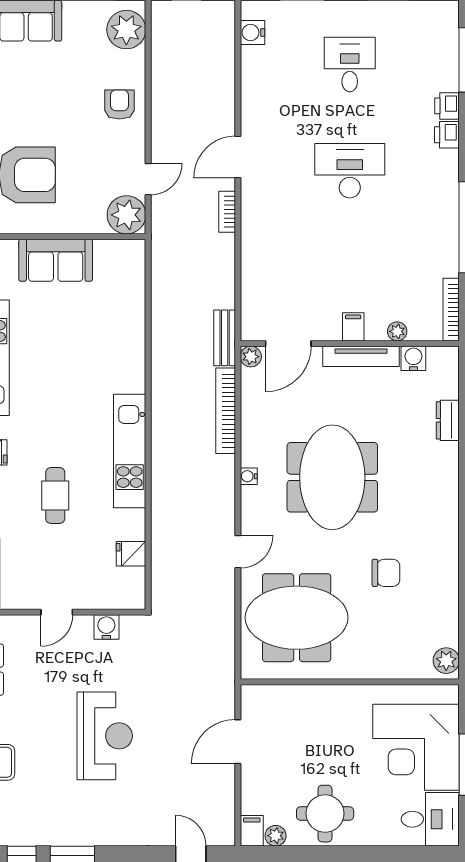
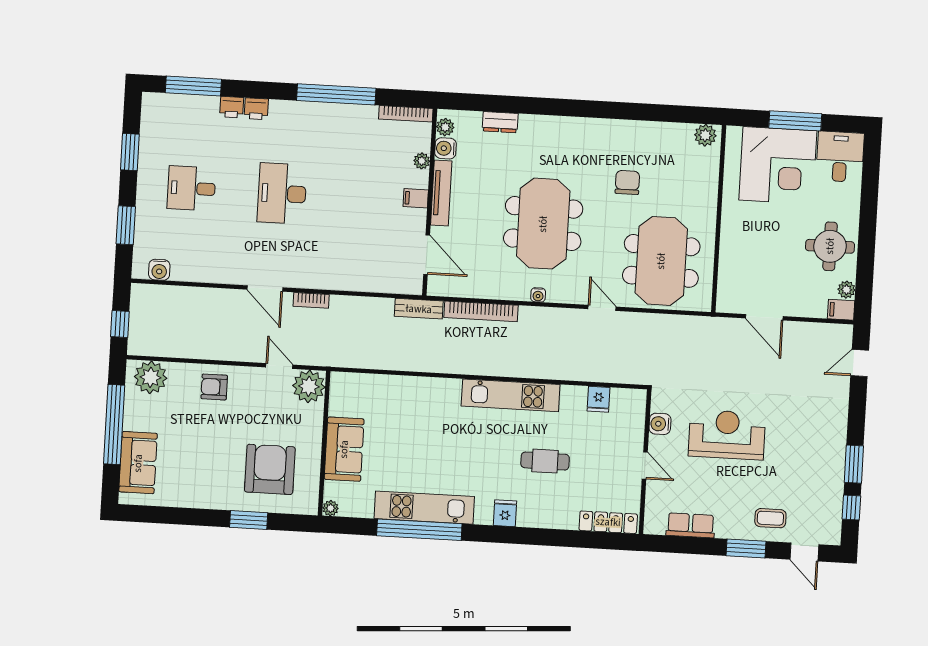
plant: (251, 357) -> (445, 127), moved
meeting table: (332, 477) -> (543, 224), turned 90
reception desk: (105, 736) -> (727, 435), moved

